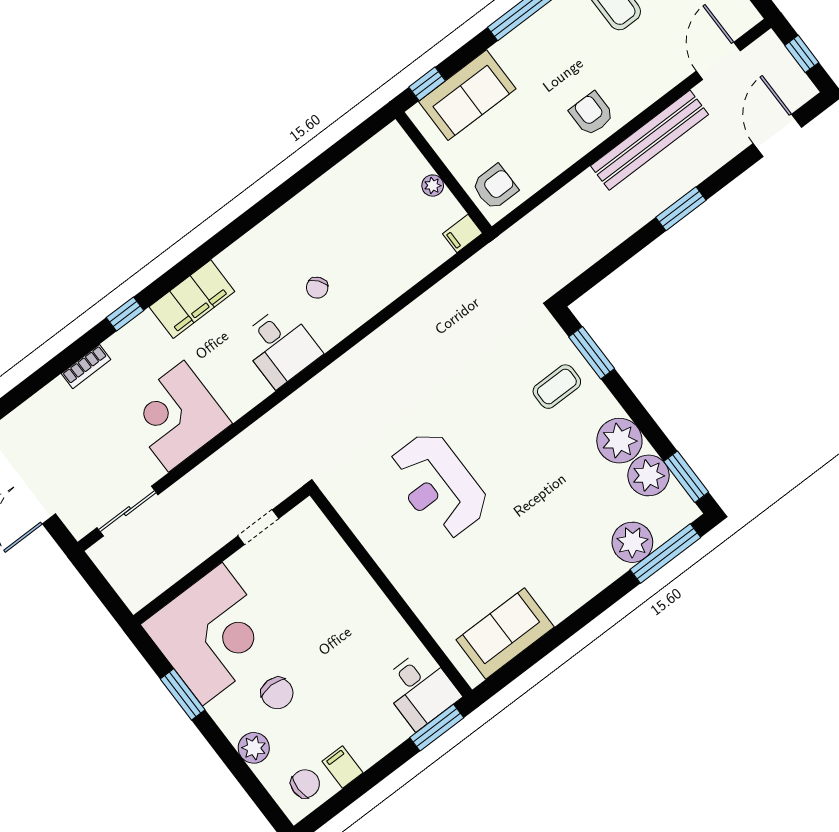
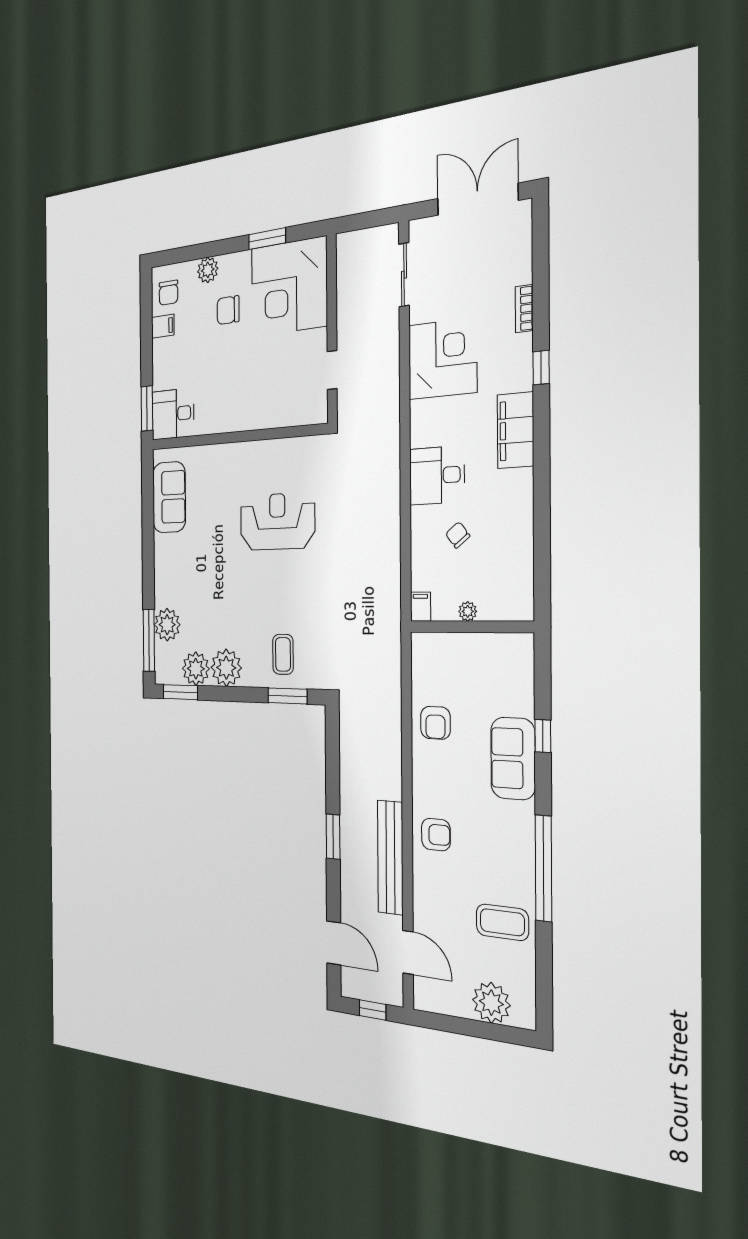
wall: (444, 173) -> (471, 627), moved
plant: (433, 186) -> (468, 611), moved
filing cabinet: (462, 233) -> (420, 607), moved

